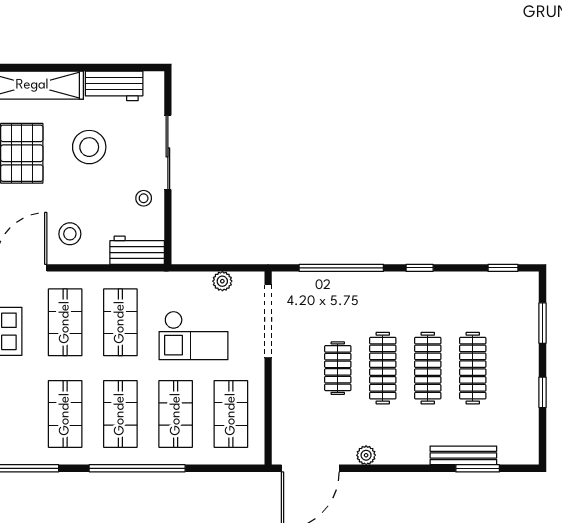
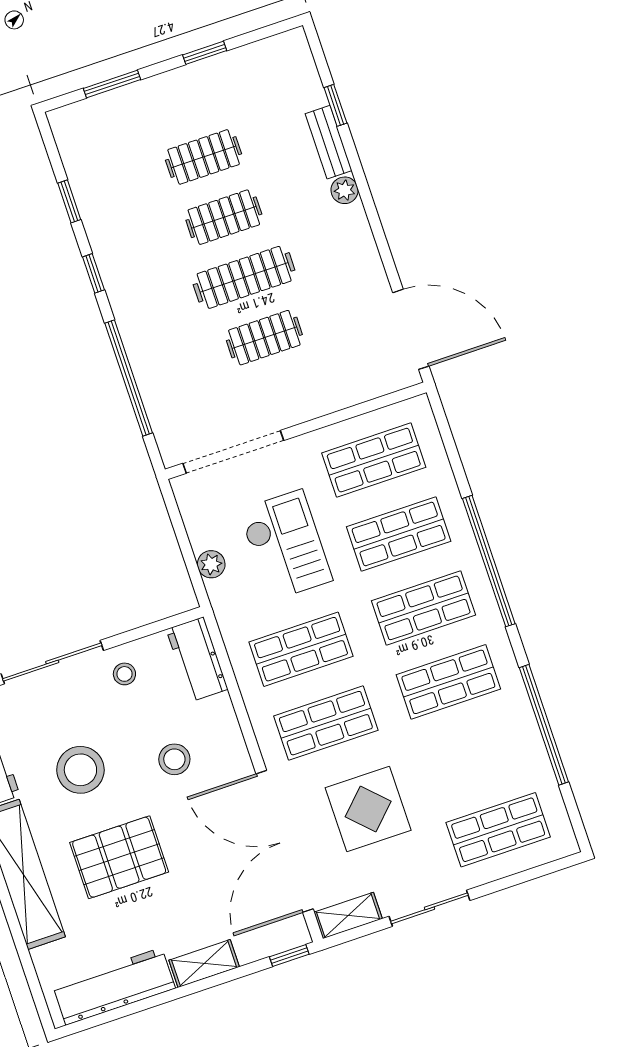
stool: (70, 234) -> (174, 759), moved
window: (503, 268) -> (69, 201), moved
plant: (222, 281) -> (211, 564), moved
clothes rail: (428, 368) -> (224, 217), width x0.73
clothes rail: (473, 368) -> (204, 157), width x0.73
plant: (366, 455) -> (345, 190), moved
bench: (463, 455) -> (329, 142), width x0.73
window: (478, 468) -> (335, 105), width x0.67

